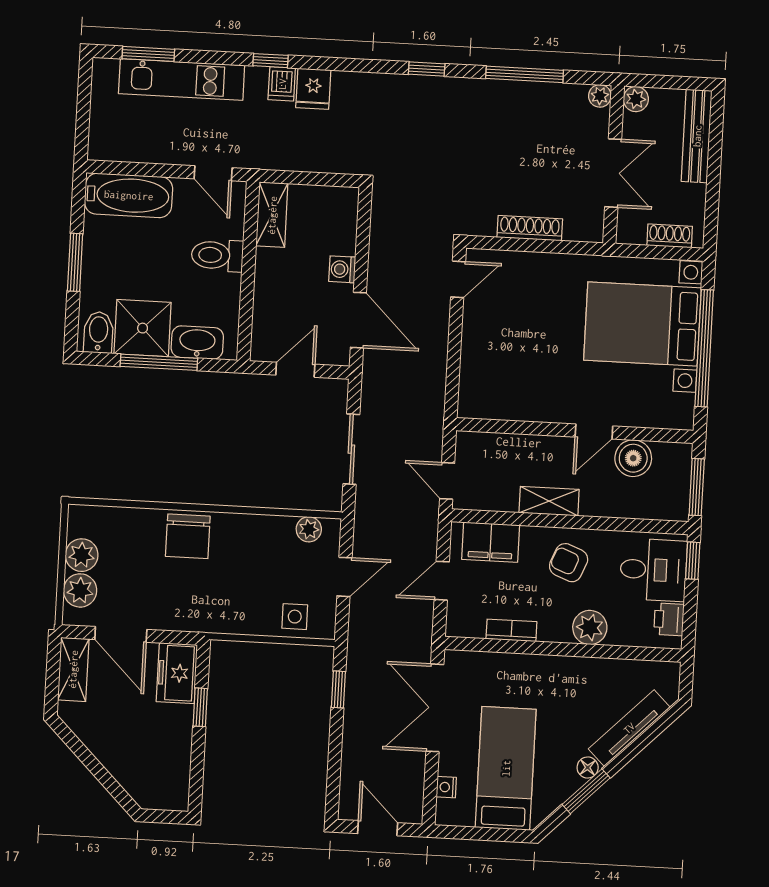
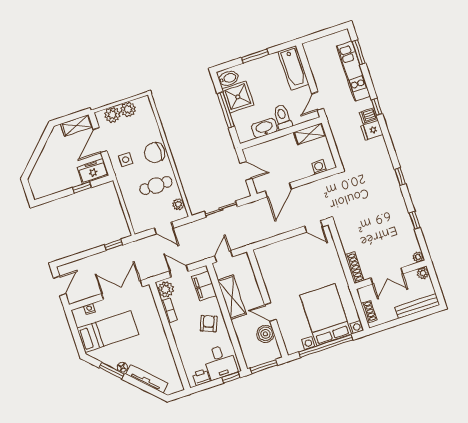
window: (525, 74) -> (415, 220), width x0.46
shoe rack: (530, 228) -> (354, 268), moved
washing machine: (342, 269) -> (319, 167), moved
washbasin: (197, 342) -> (264, 128), moved, turned -90
shelving: (549, 501) -> (232, 297), width x1.50, depth x1.33
cafe table: (254, 559) -> (156, 186), added
side table: (295, 617) -> (126, 160), moved
plant: (590, 627) -> (166, 289), moved

